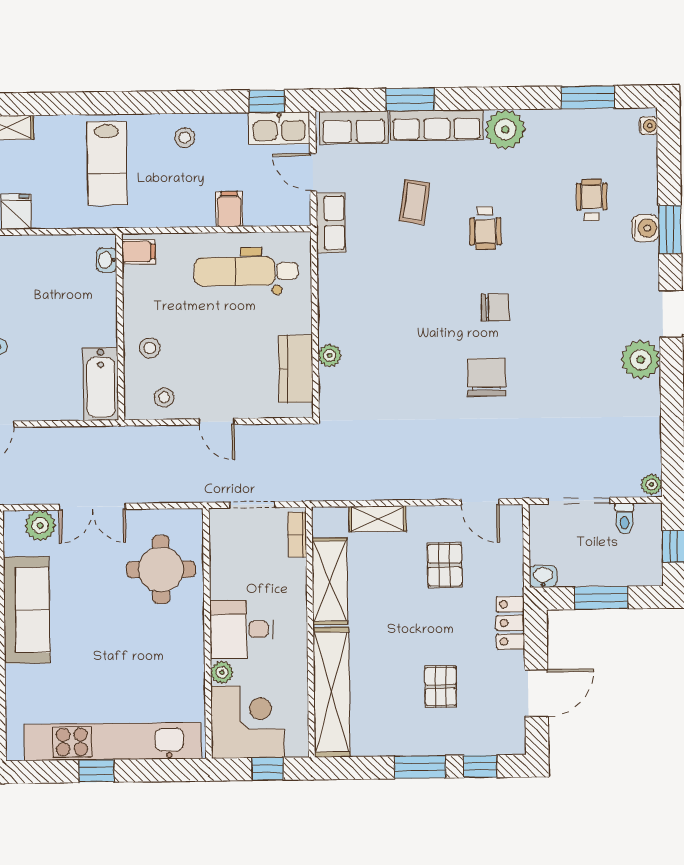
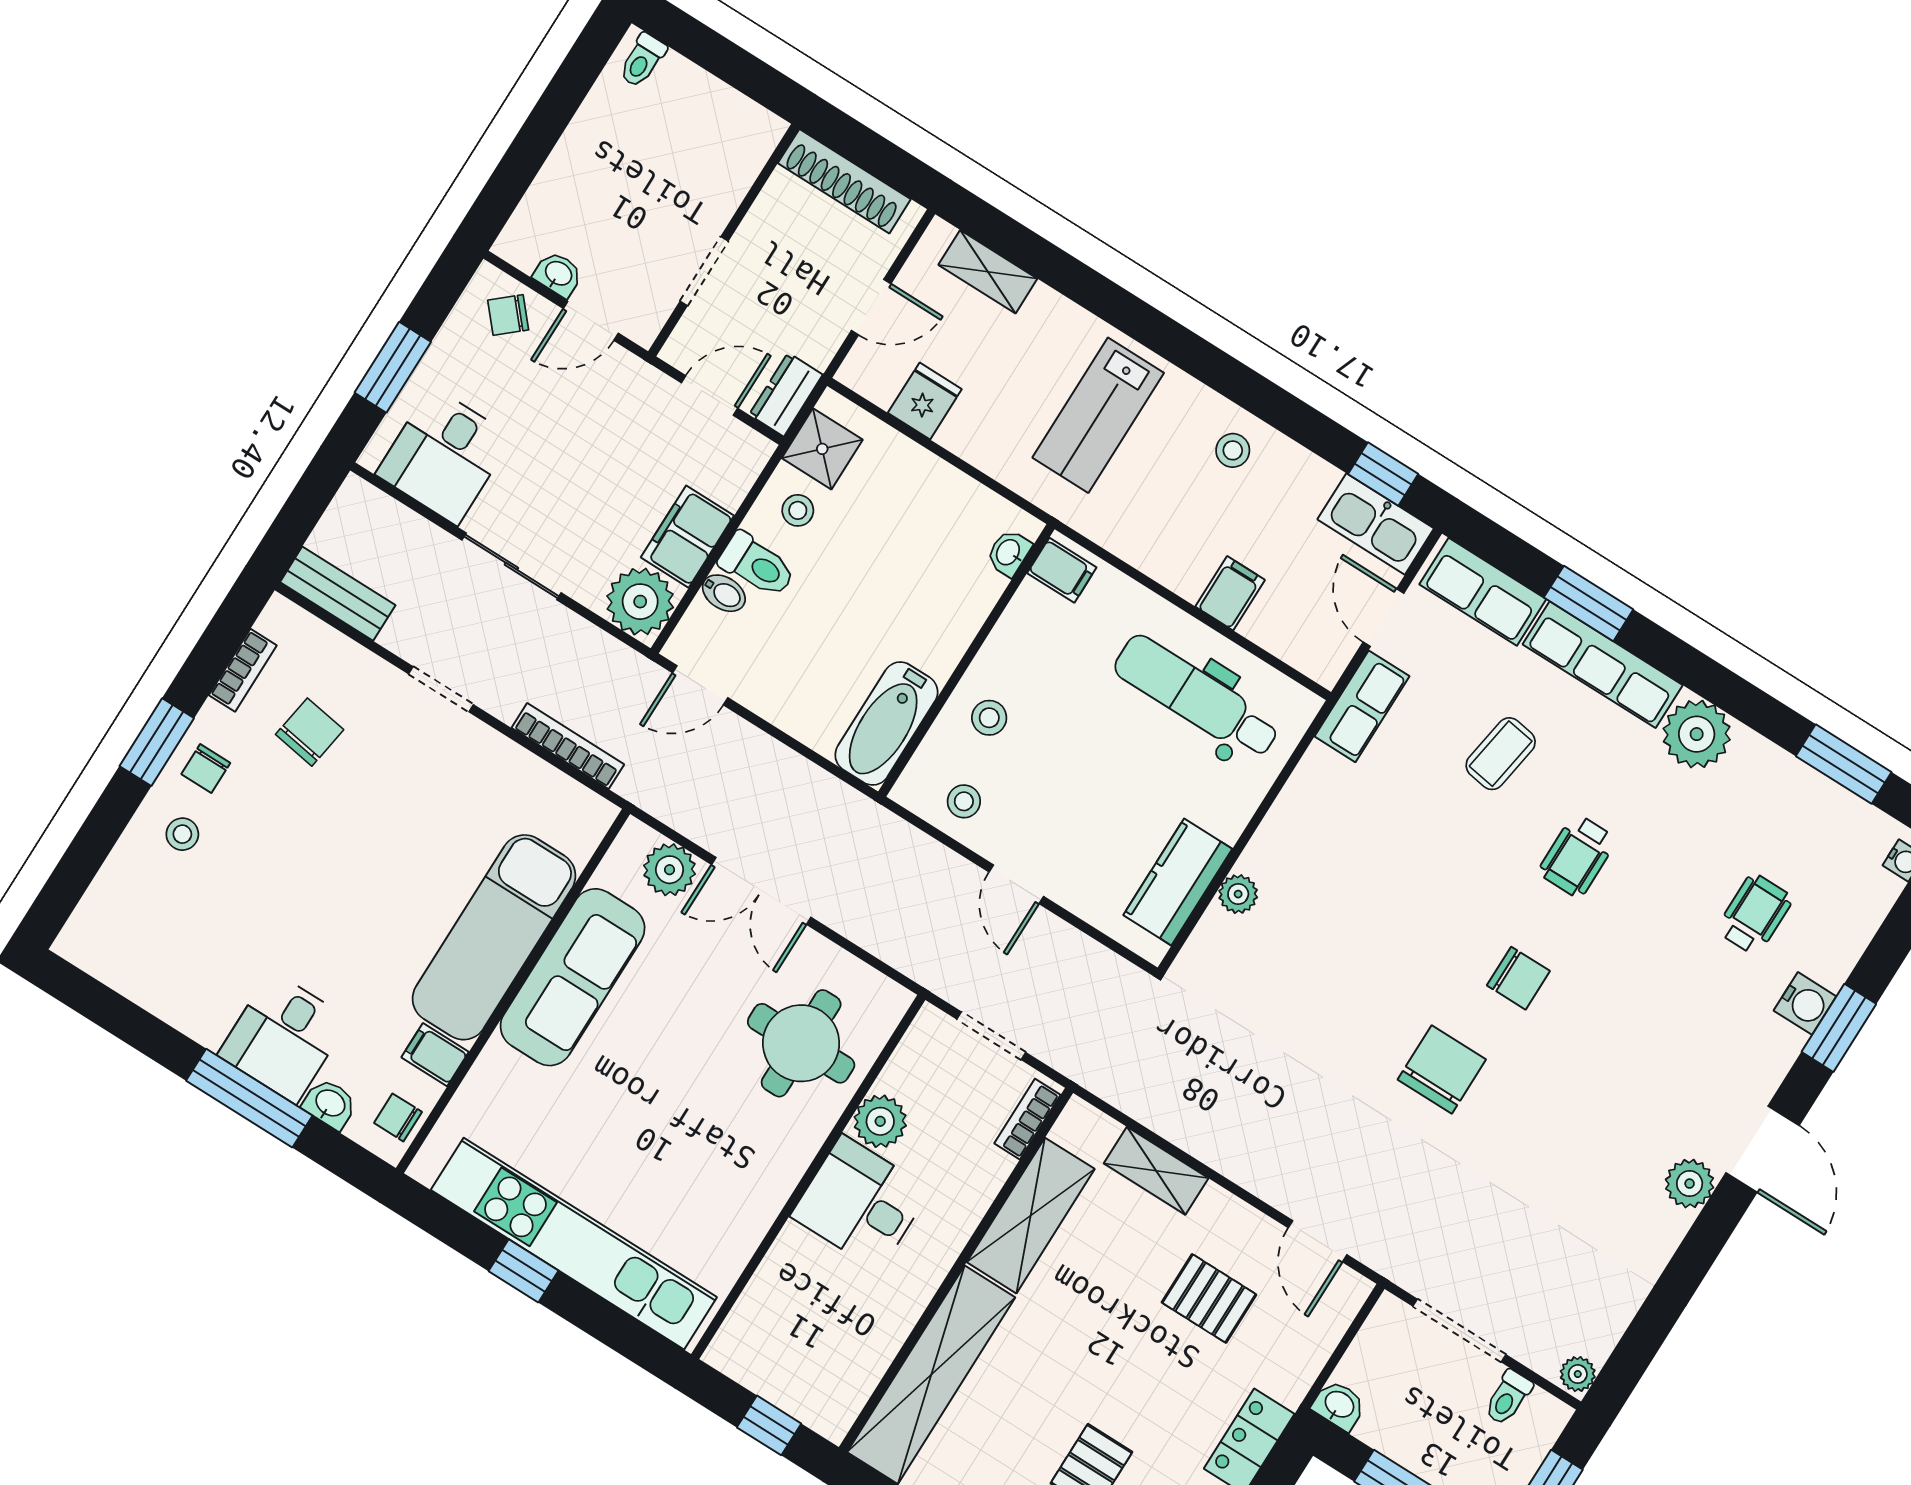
plant: (641, 360) -> (1690, 1184), width x0.73, depth x0.73
pallet: (445, 565) -> (1209, 1298), turned 90
plant: (222, 672) -> (880, 1121), moved, width x1.38, depth x1.38
corner desk: (247, 722) -> (784, 1340), removed

